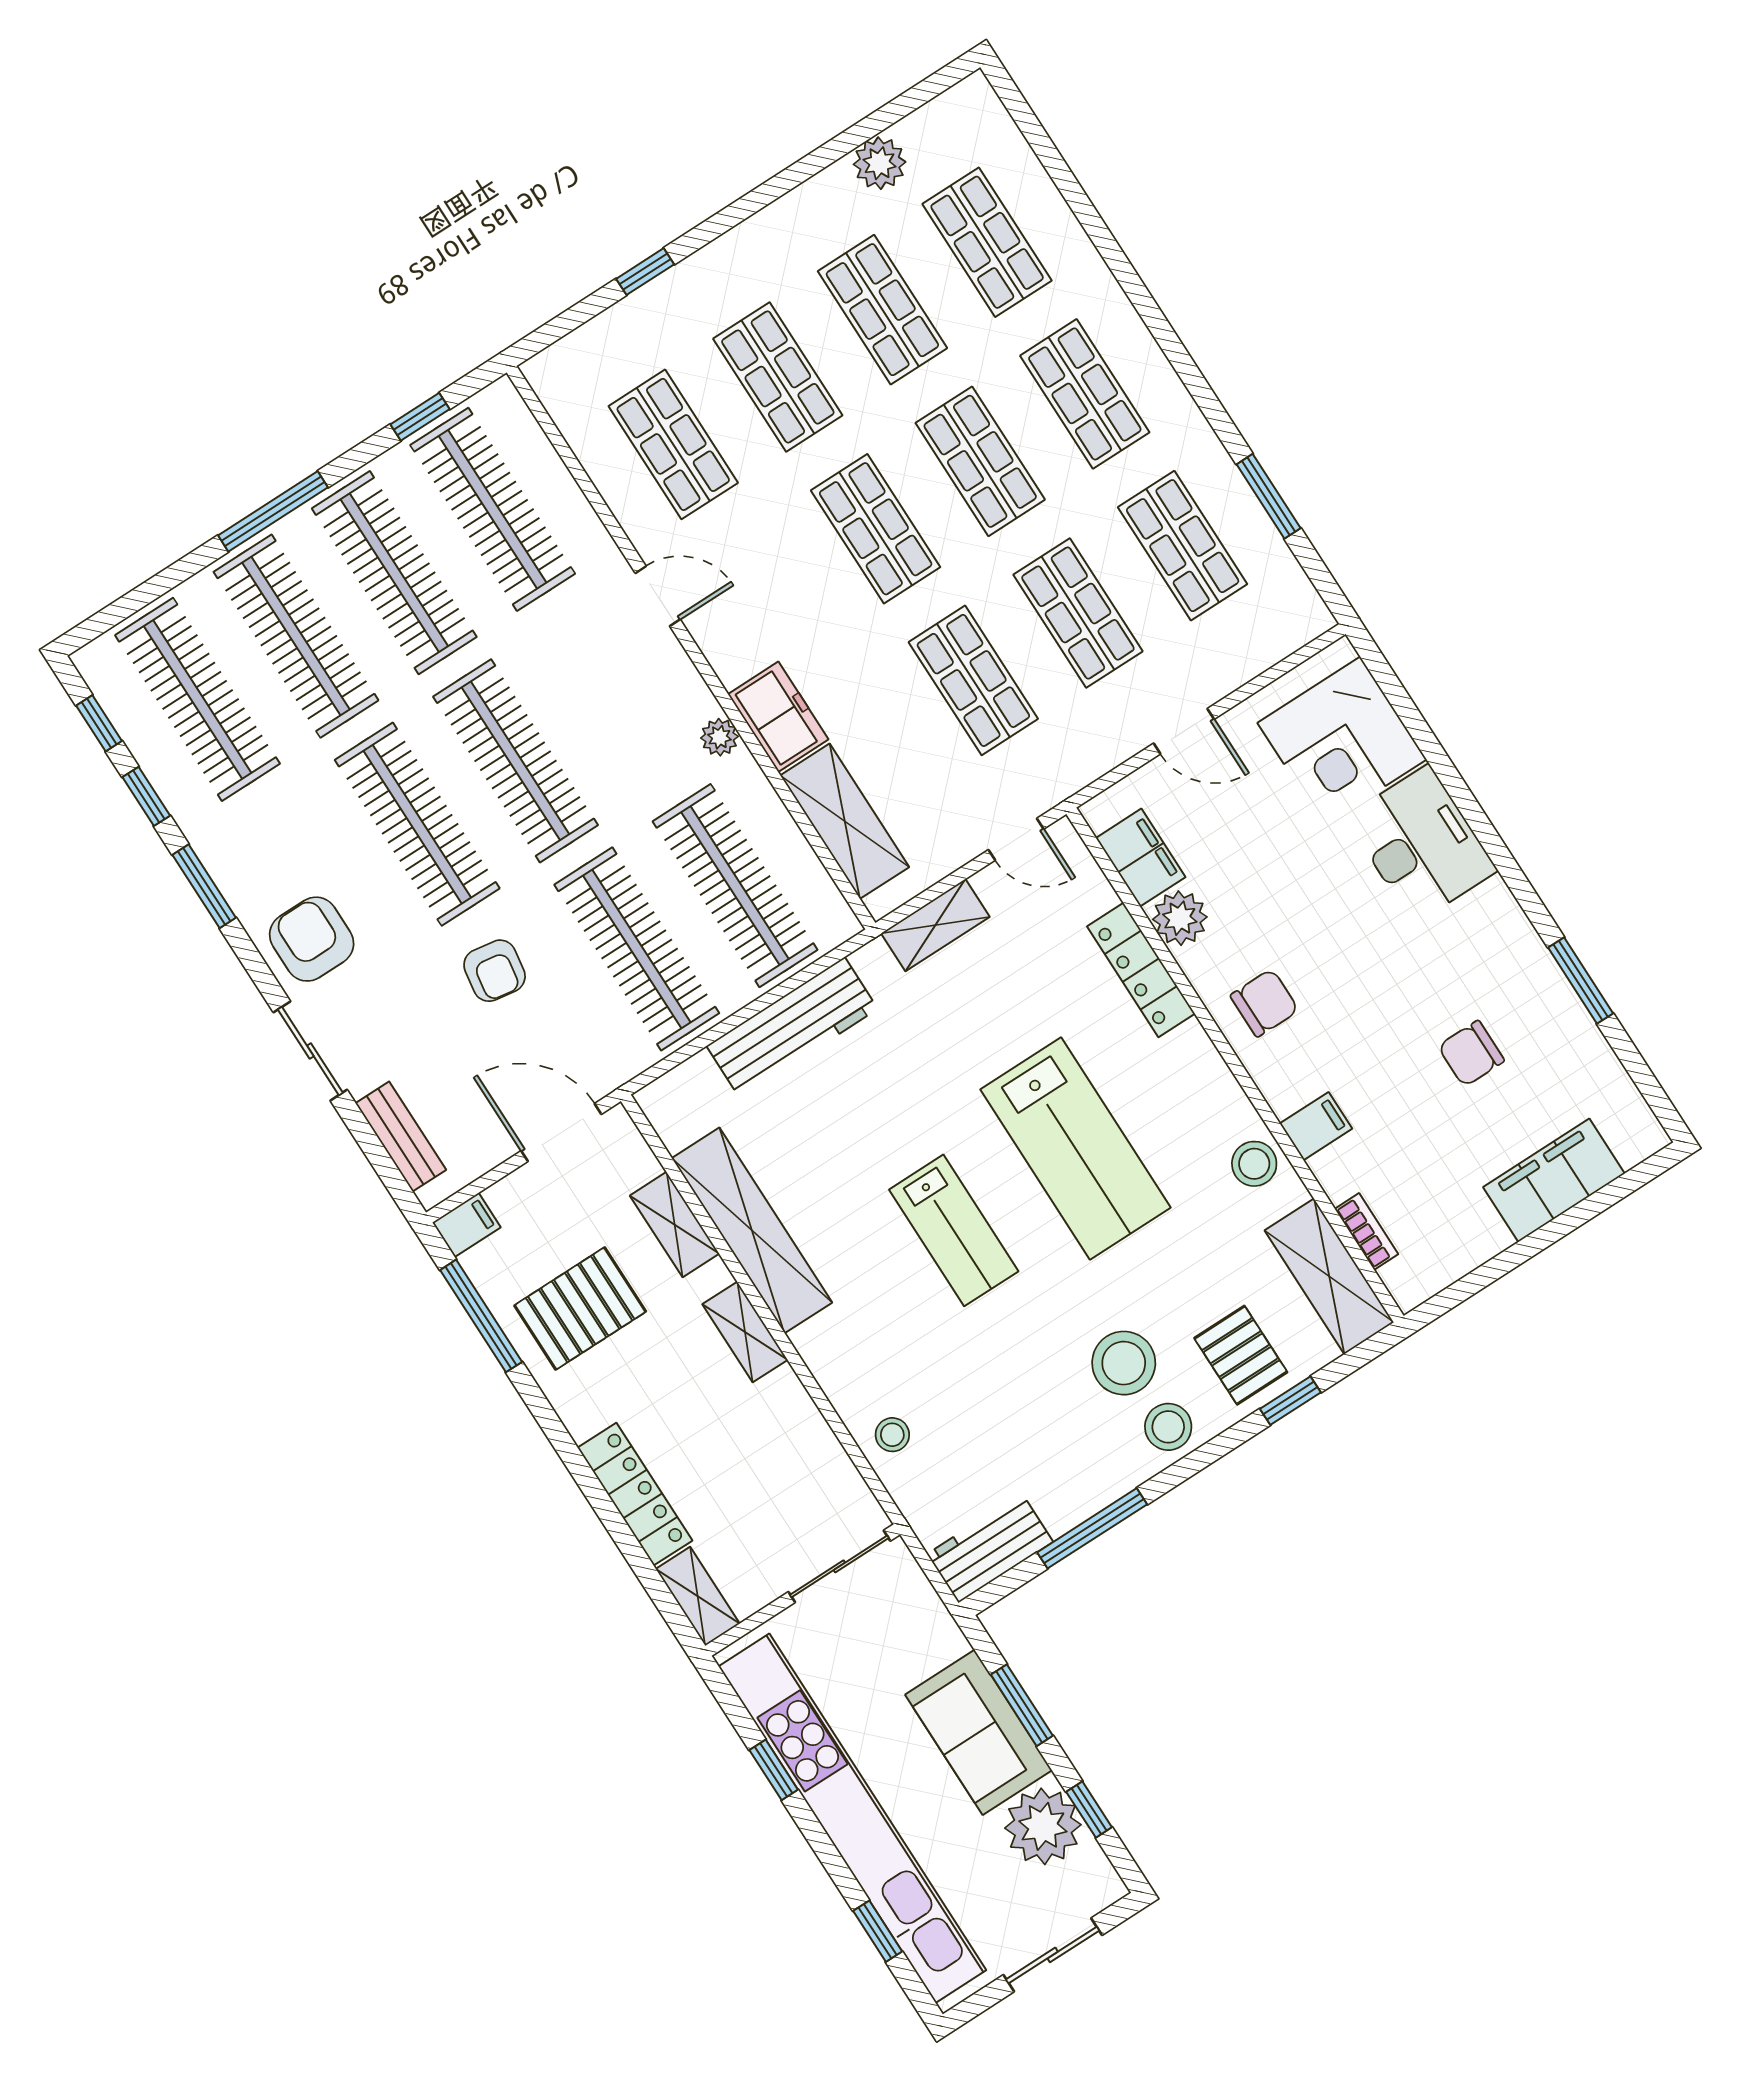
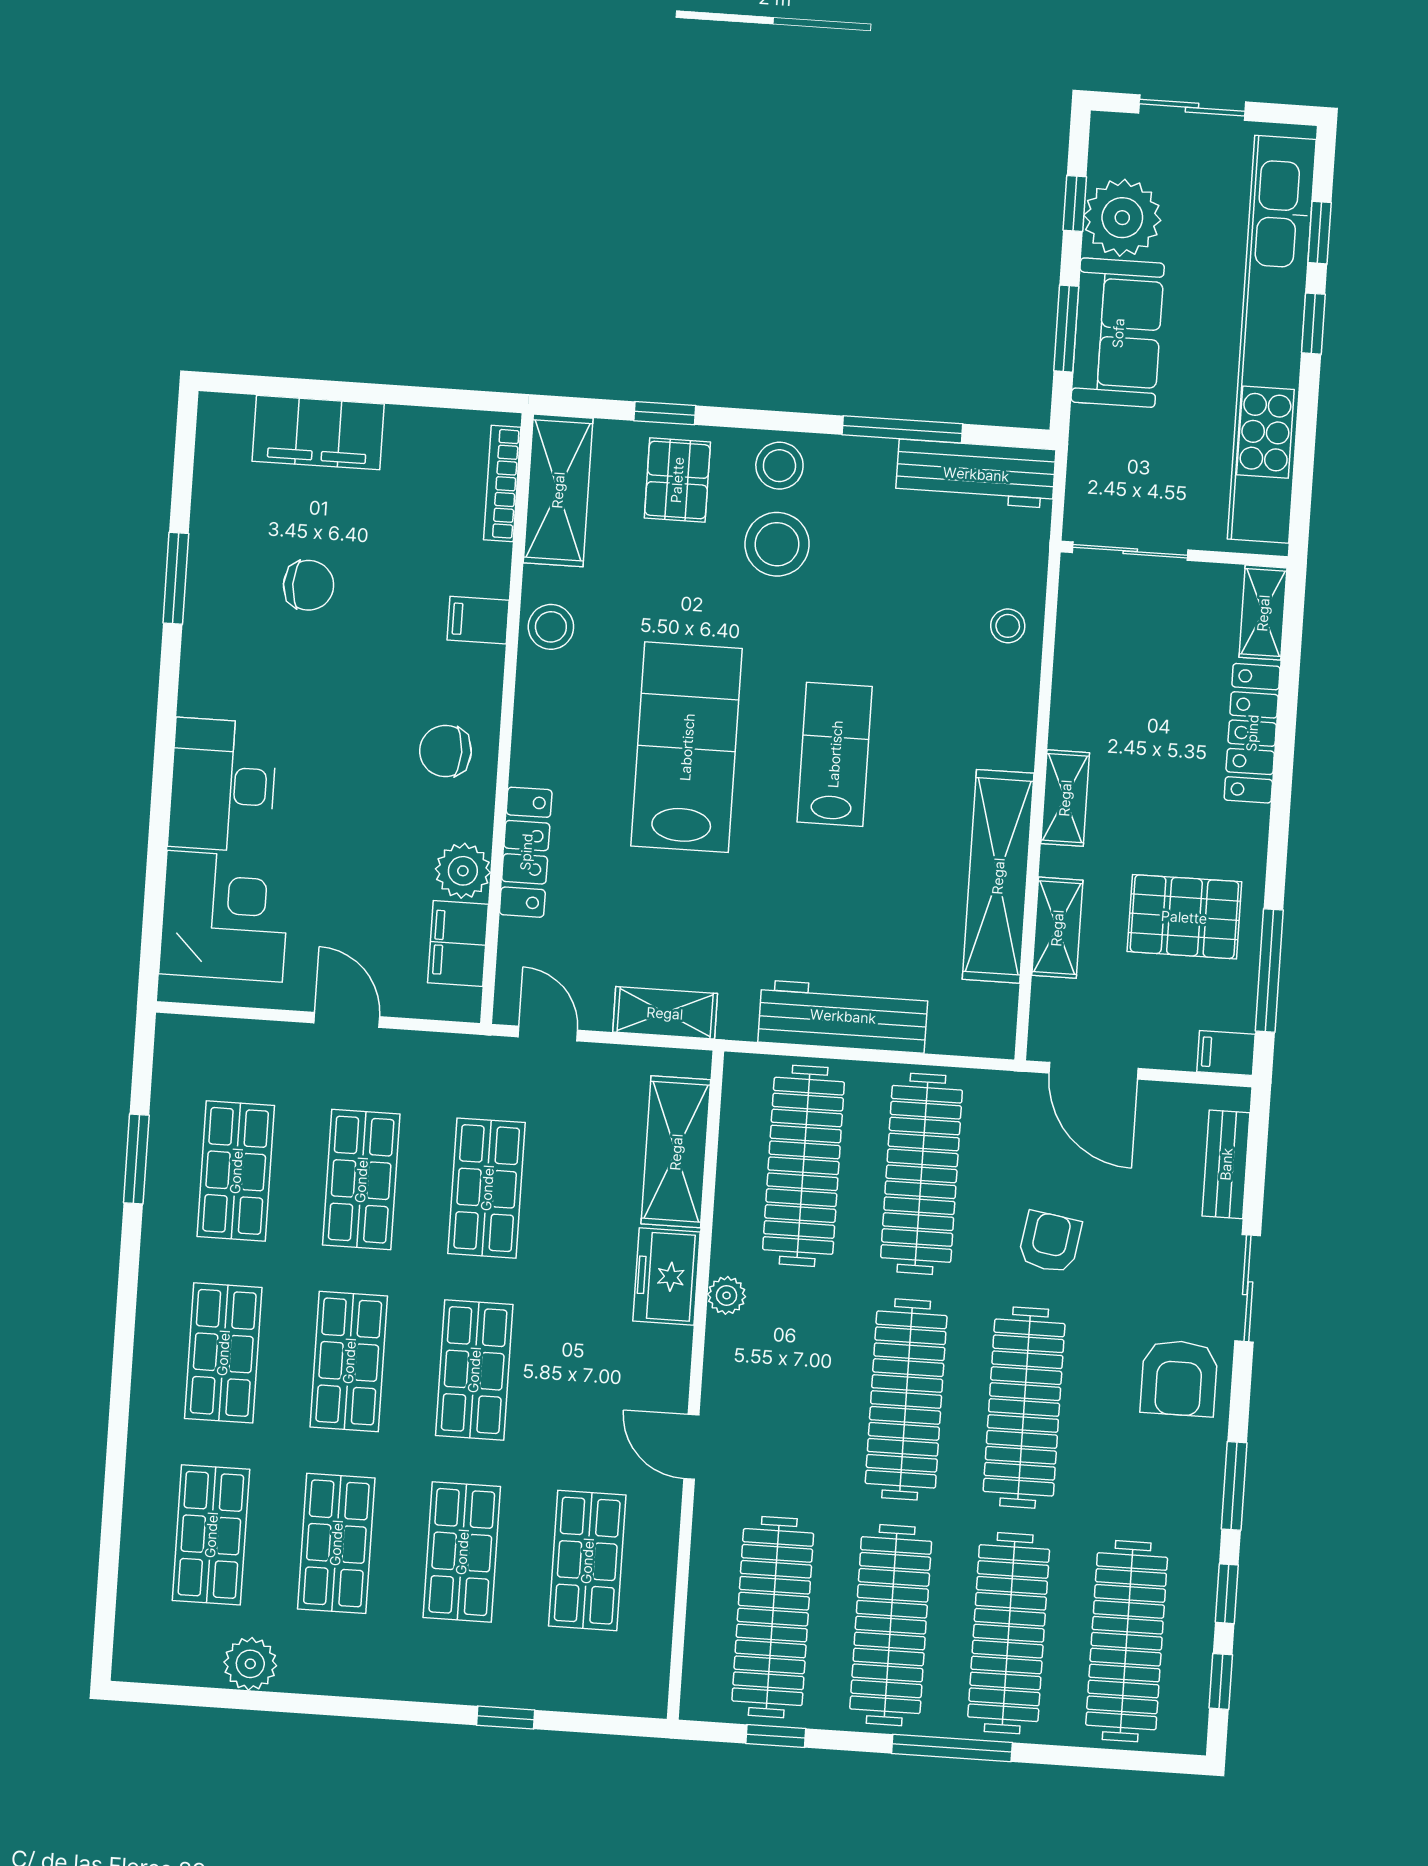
bookcase: (1367, 1231) -> (502, 484), width x1.56
workbench: (990, 1548) -> (976, 474), width x1.38
window: (774, 1770) -> (1313, 324), moved

